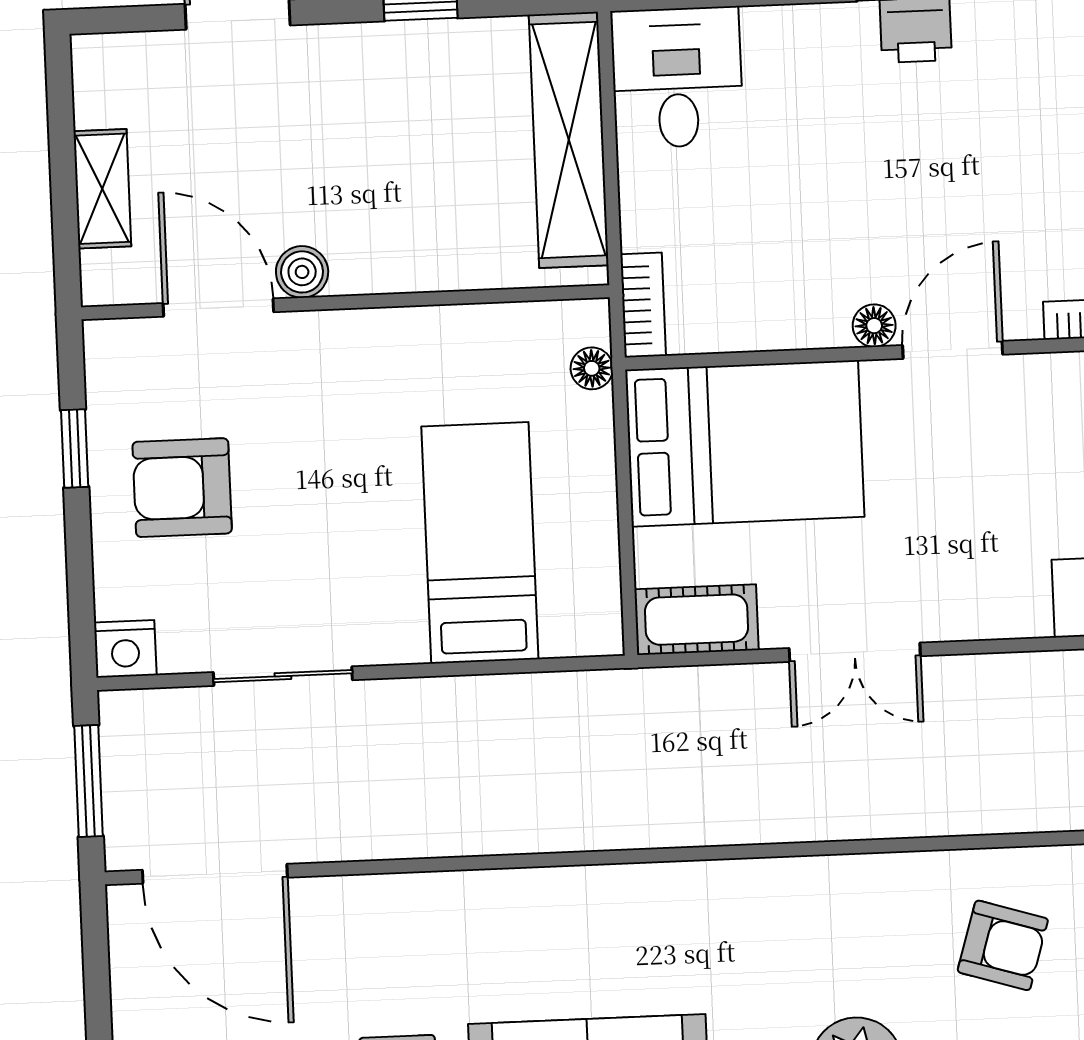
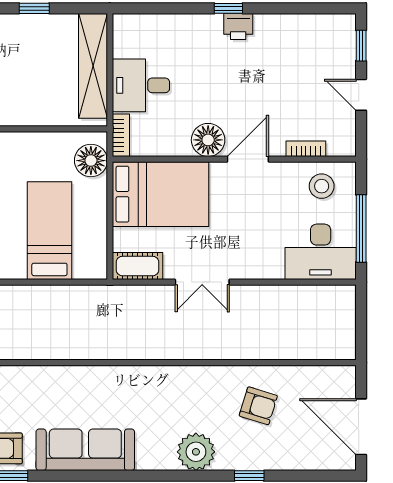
desk: (677, 78) -> (141, 85), moved, turned -90
floor lamp: (874, 326) -> (208, 140), width x1.89, depth x1.89
floor lamp: (592, 368) -> (91, 161), width x1.89, depth x1.89

